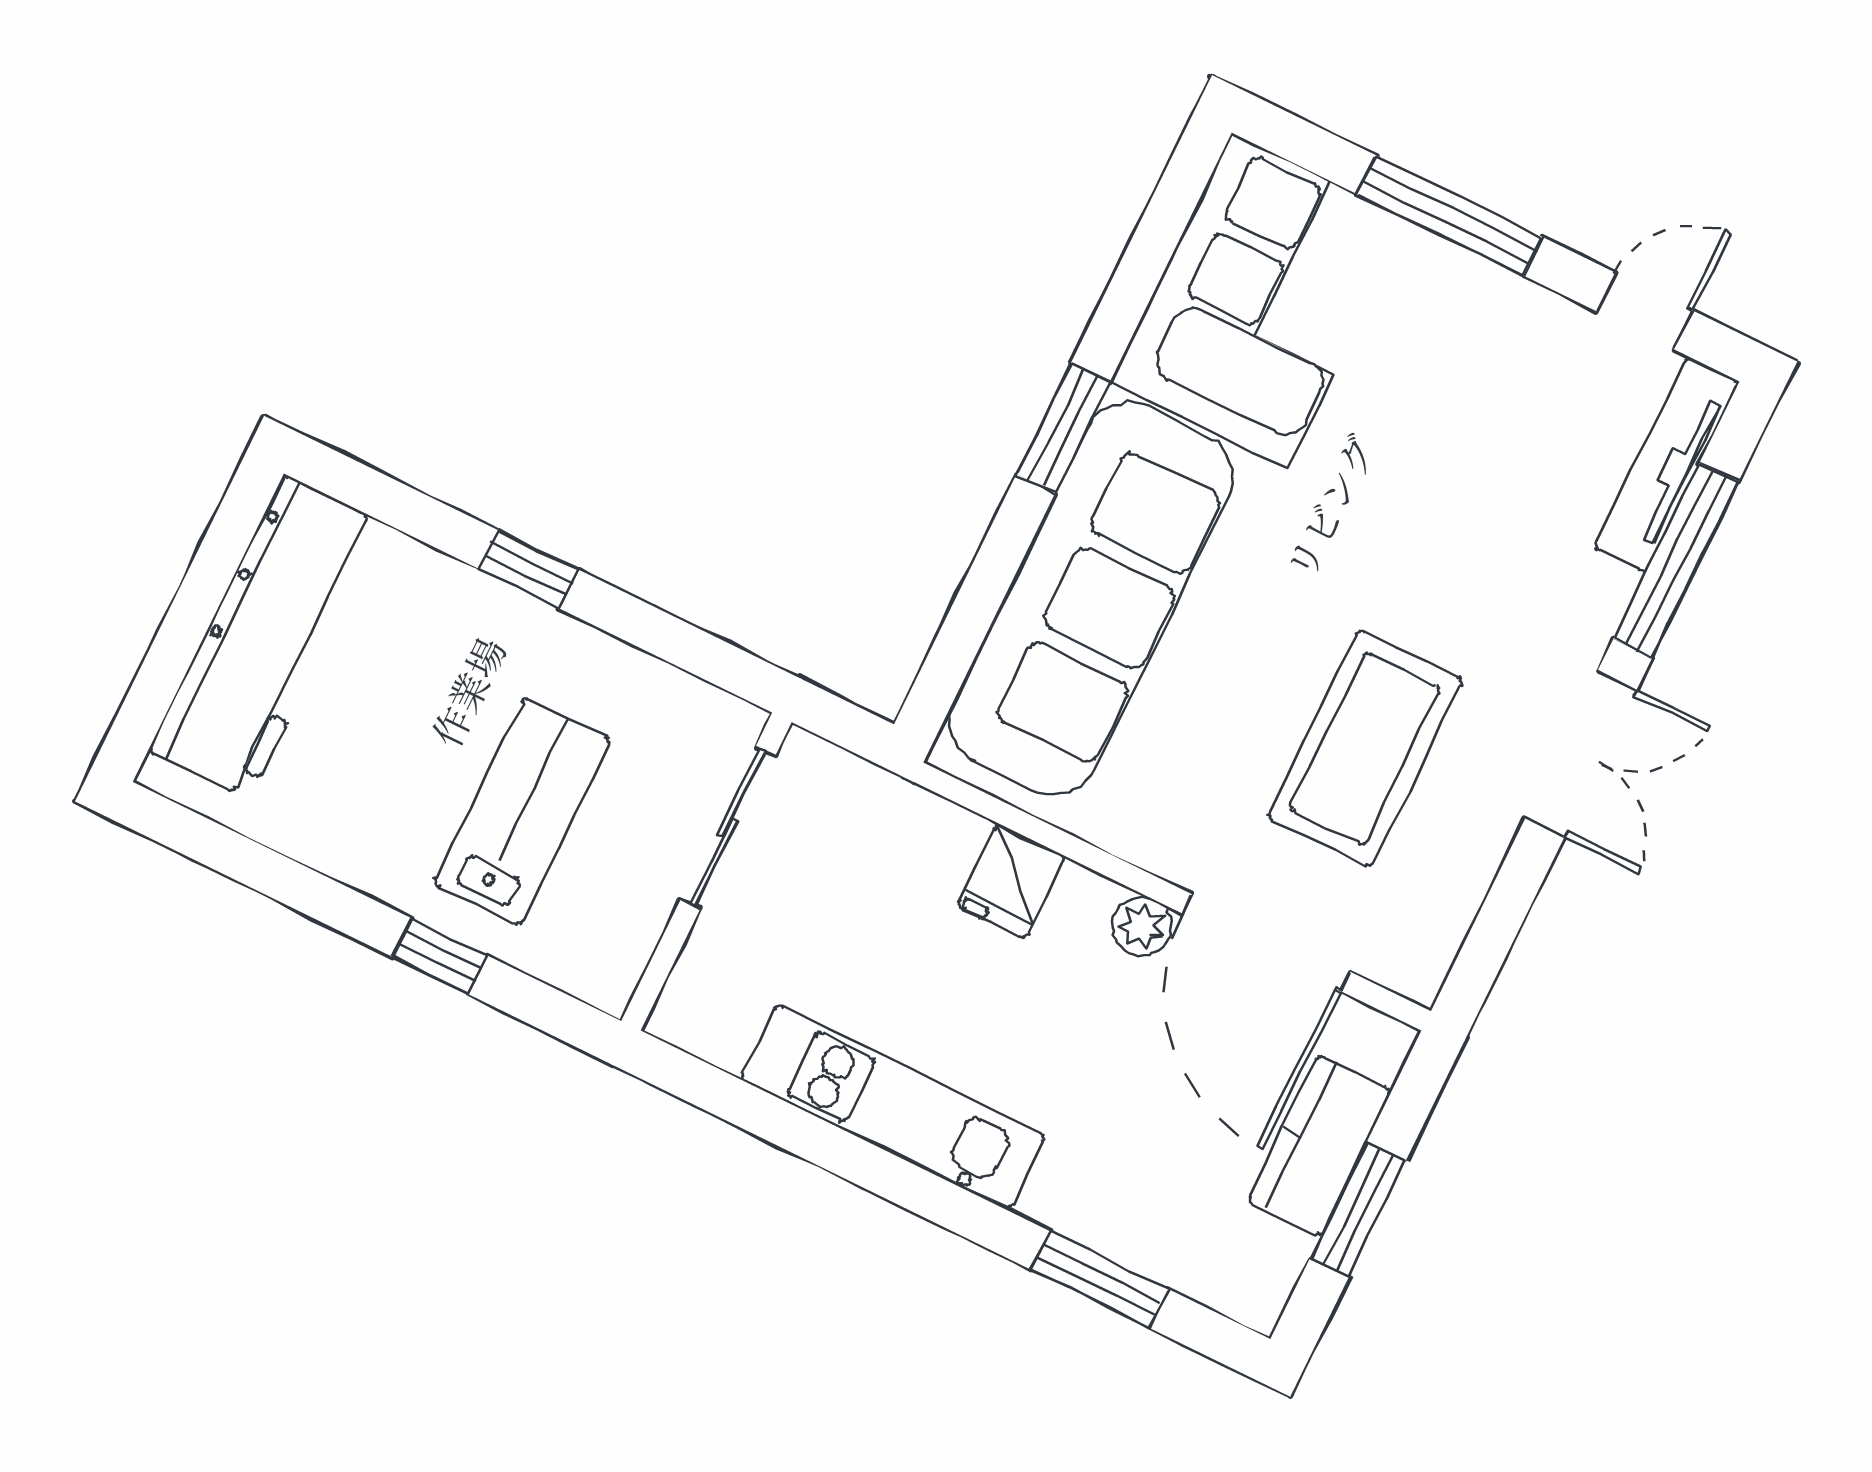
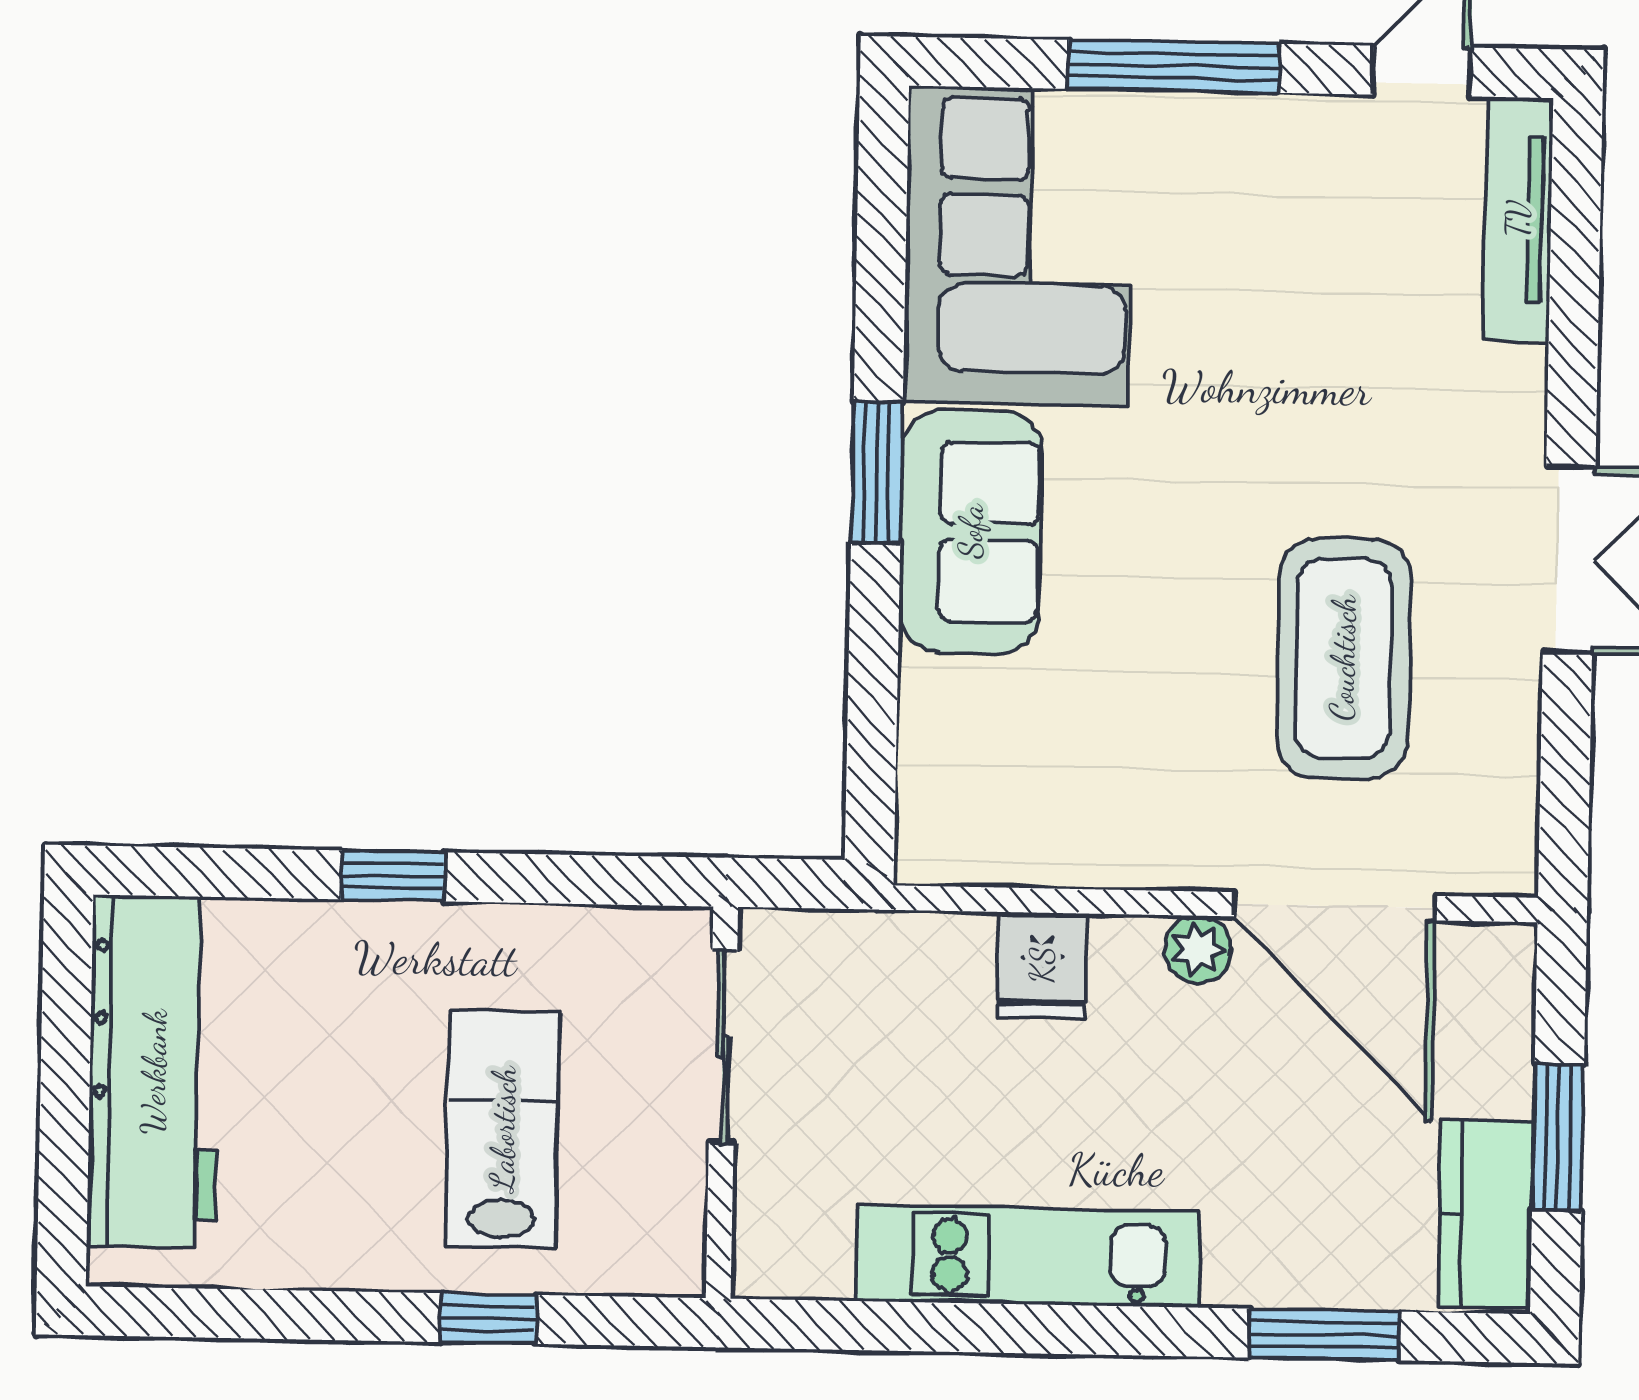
window: (1676, 560) -> (1574, 314), removed
sofa: (1091, 599) -> (971, 531), width x0.54, depth x0.79
kitchen counter: (1320, 1146) -> (1485, 1214), moved

